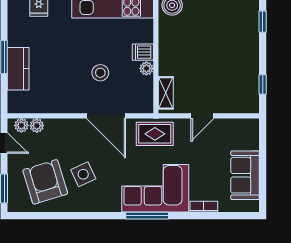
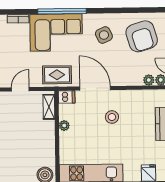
dishwasher: (143, 52) -> (67, 97), moved
stool: (100, 73) -> (112, 117), moved
side table: (83, 174) -> (104, 35), moved
window: (147, 216) -> (62, 11), width x1.46

